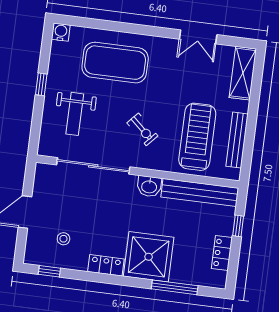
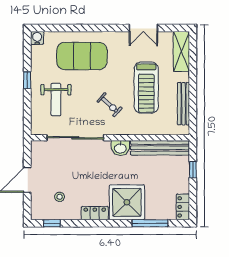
treadmill: (197, 137) -> (146, 88), moved, turned 180
locker: (222, 253) -> (183, 207), moved

